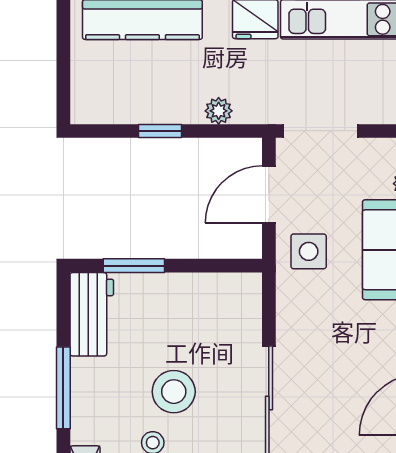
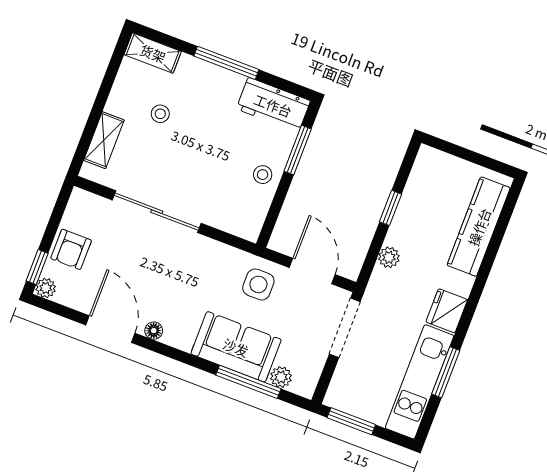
stool: (174, 392) -> (263, 175), moved, width x0.53, depth x0.53

